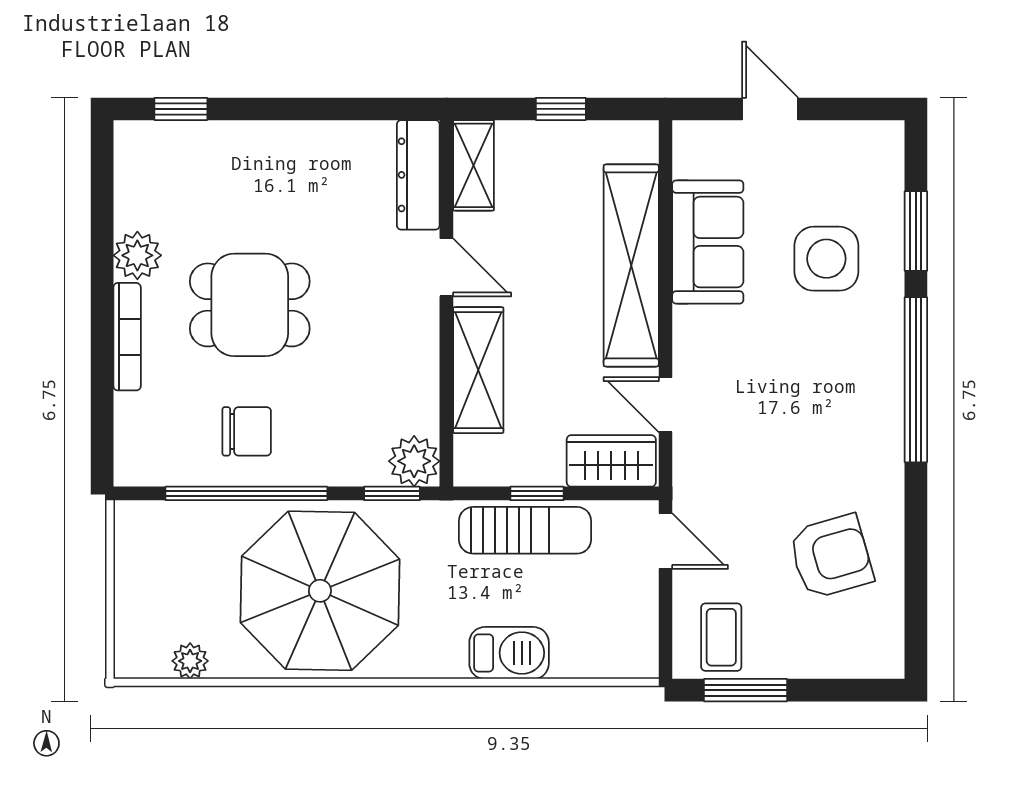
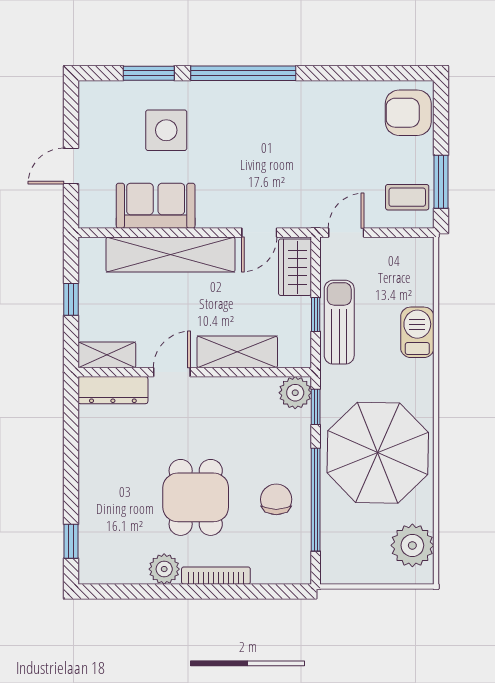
armchair: (831, 557) -> (408, 113), moved, turned -74
plant: (190, 661) -> (412, 545), width x1.88, depth x1.88

